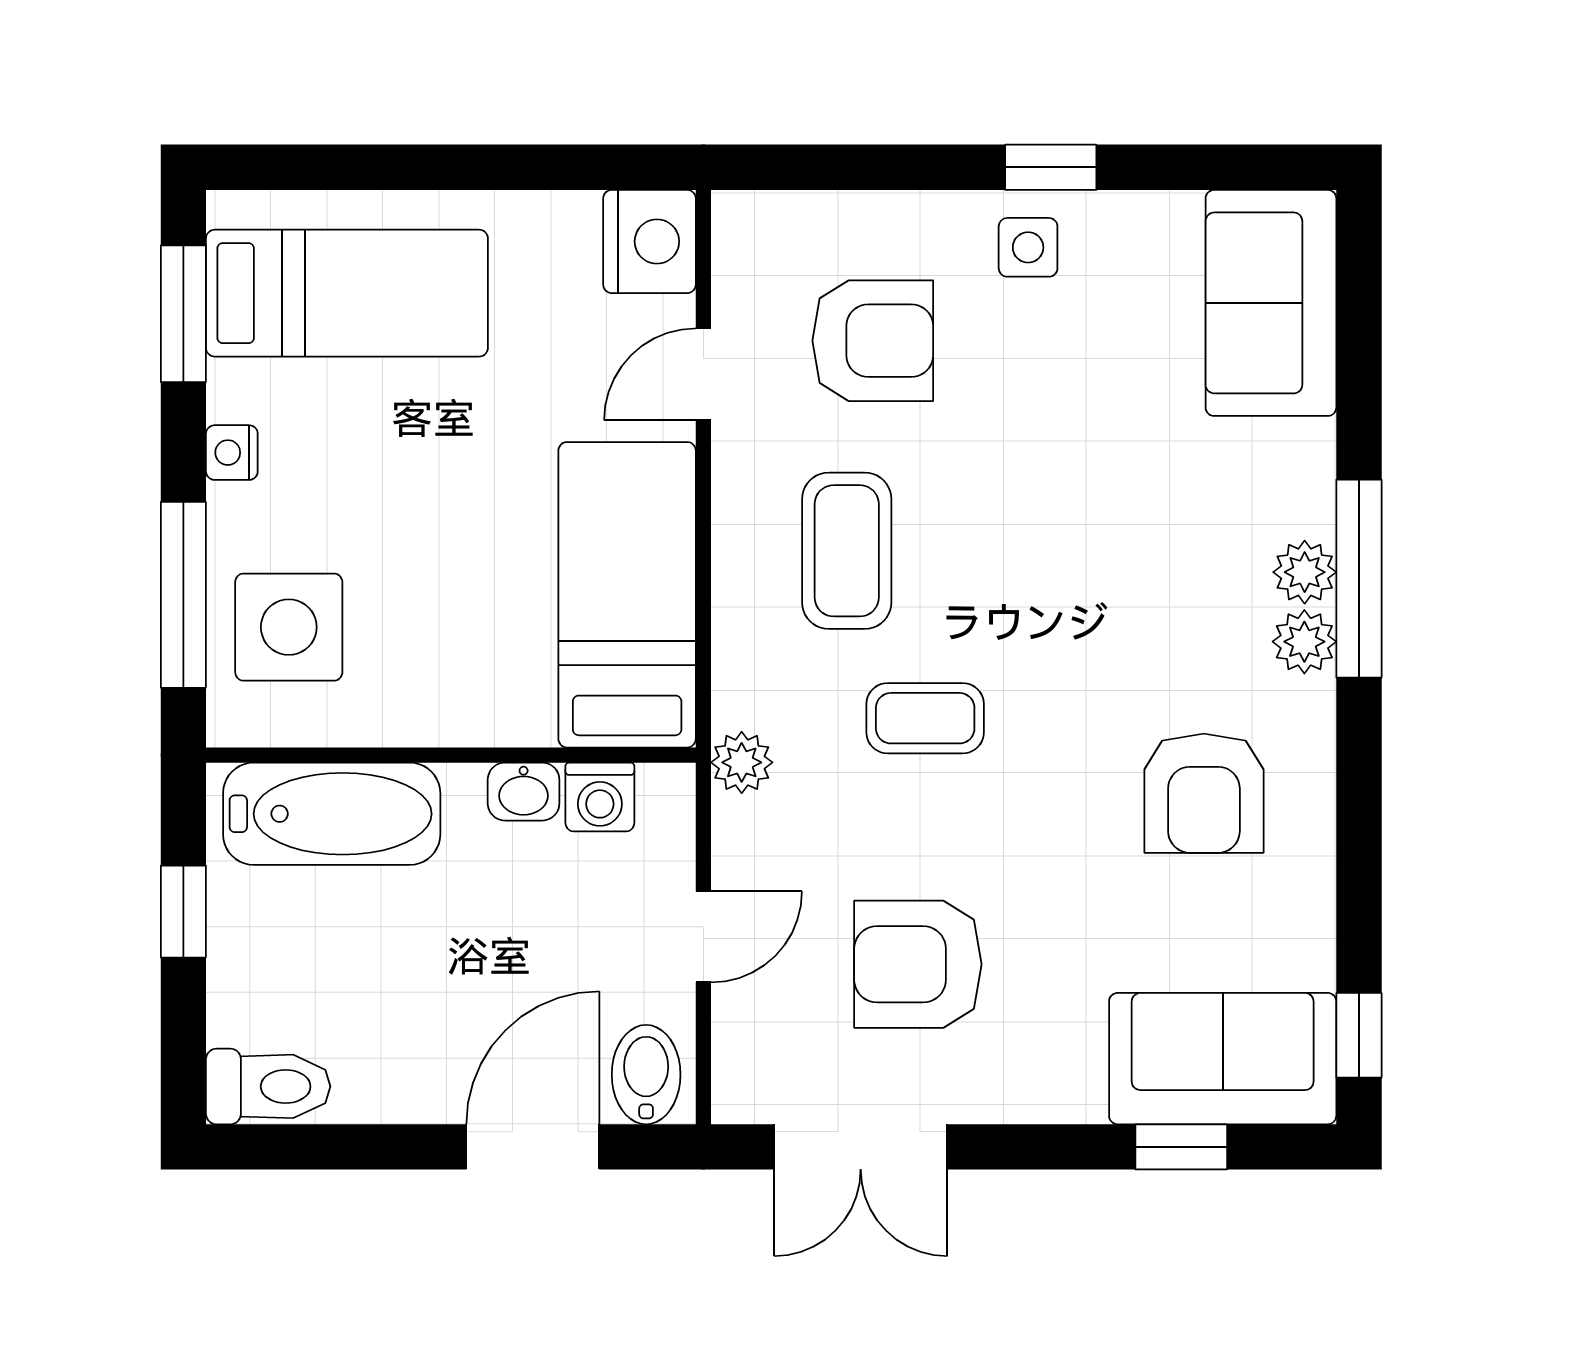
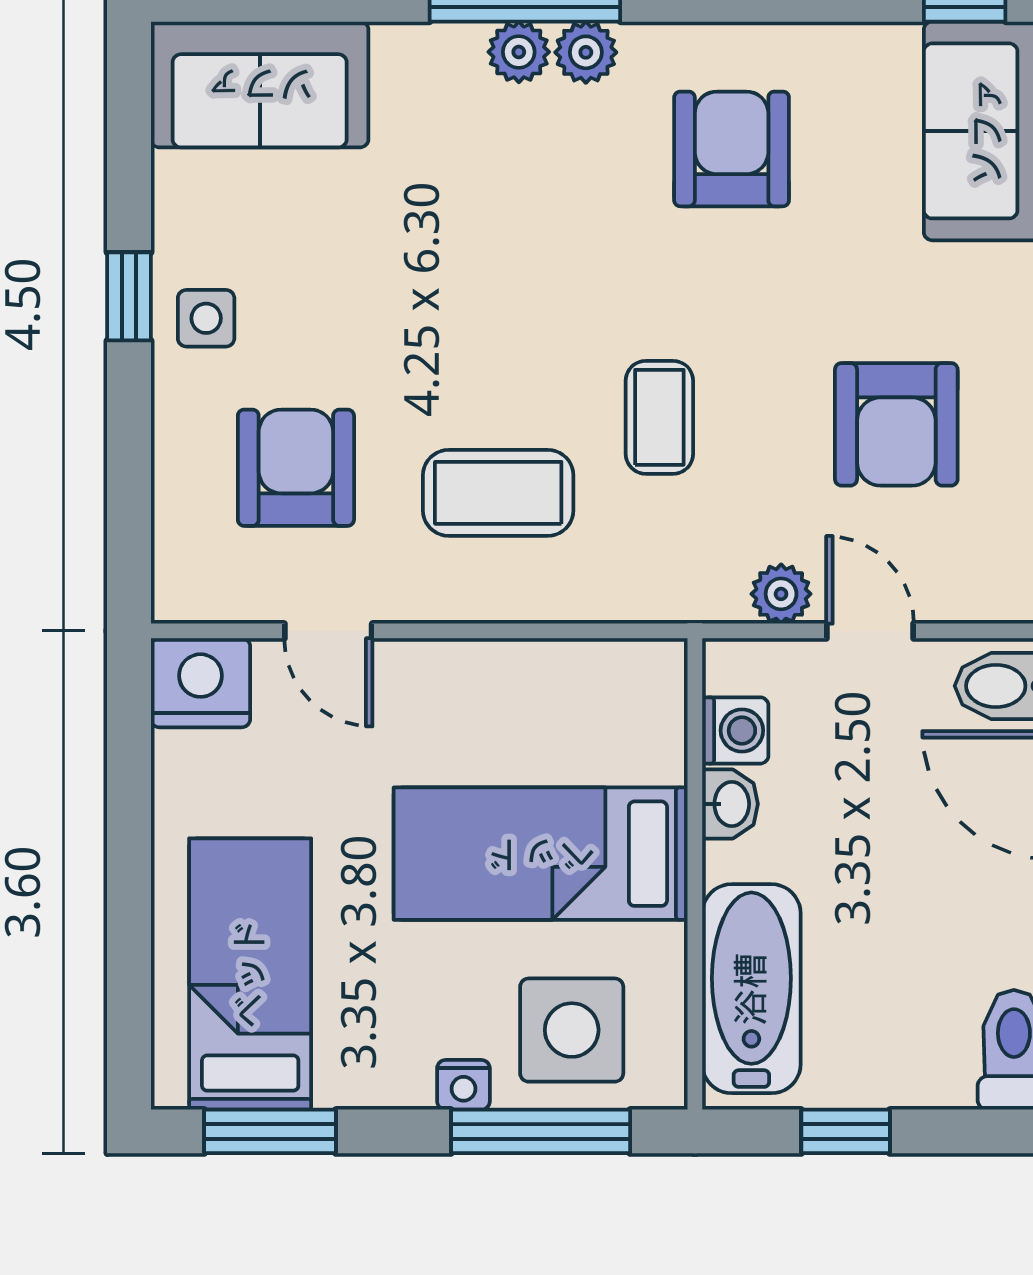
nightstand: (232, 453) -> (463, 1085), moved
bed: (627, 595) -> (541, 854), moved
plant: (742, 762) -> (781, 594), moved
armchair: (1204, 793) -> (732, 149), turned -90

